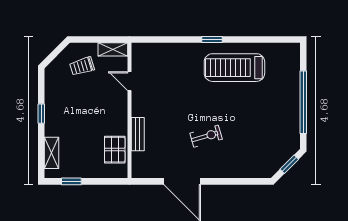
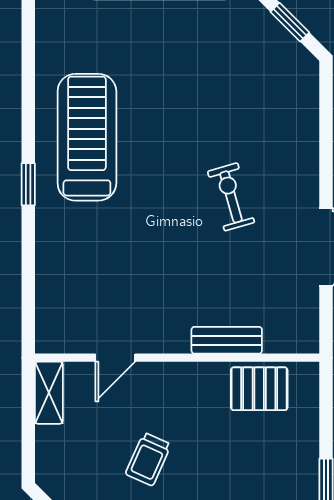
trolley: (82, 66) -> (148, 459), moved, turned 41
treadmill: (234, 68) -> (87, 137), turned 180

